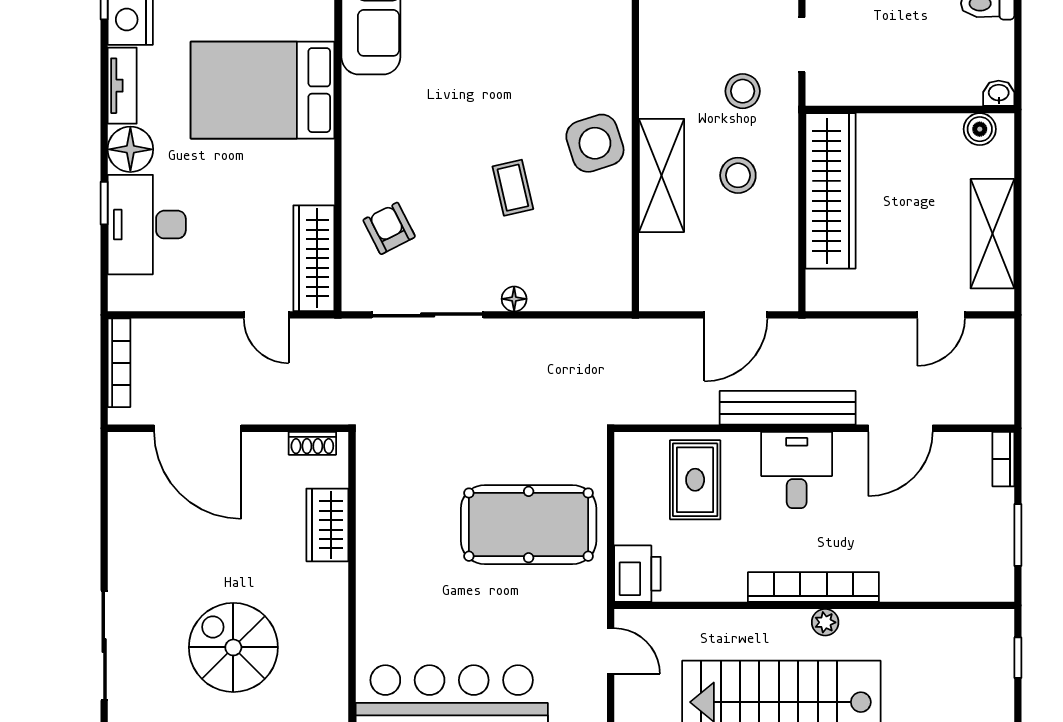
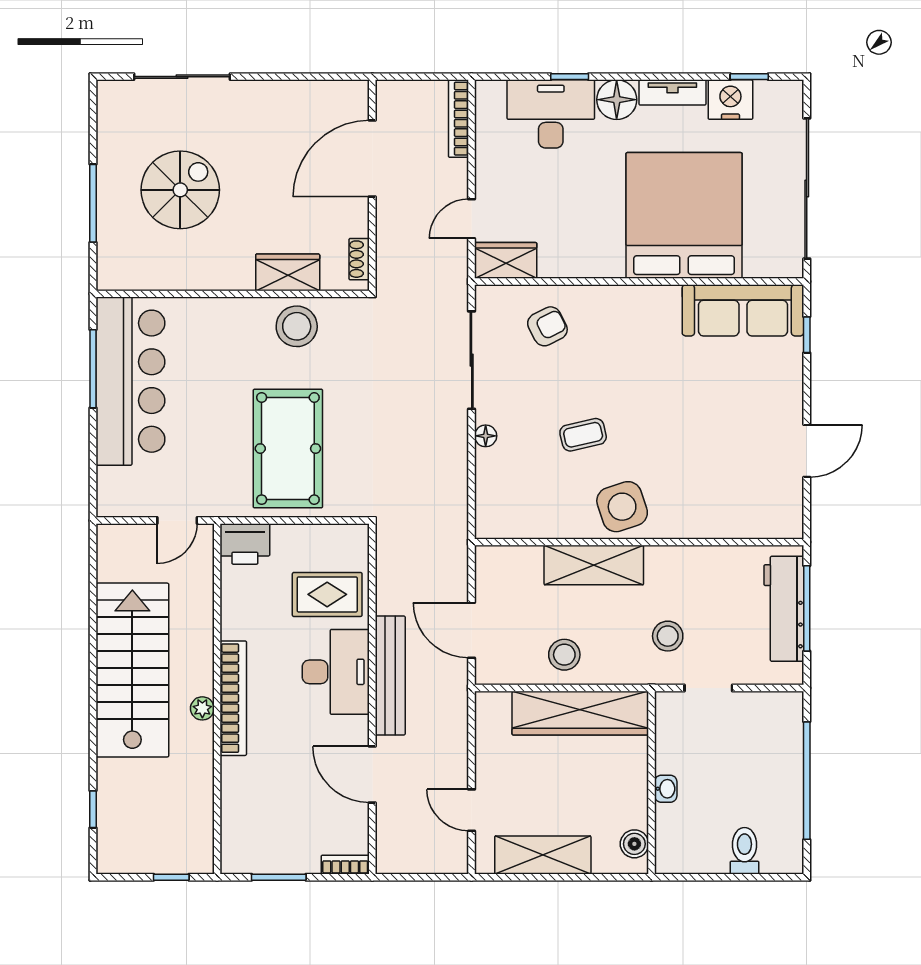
bed: (262, 90) -> (684, 215), width x1.36
washbasin: (999, 93) -> (666, 789), moved
stool: (738, 175) -> (564, 655), moved
wardrobe: (314, 258) -> (506, 260), width x0.67
bookcase: (119, 363) -> (459, 119), moved, turned 90
desk: (797, 470) -> (336, 672), width x1.37
stool: (389, 515) -> (297, 326), added

